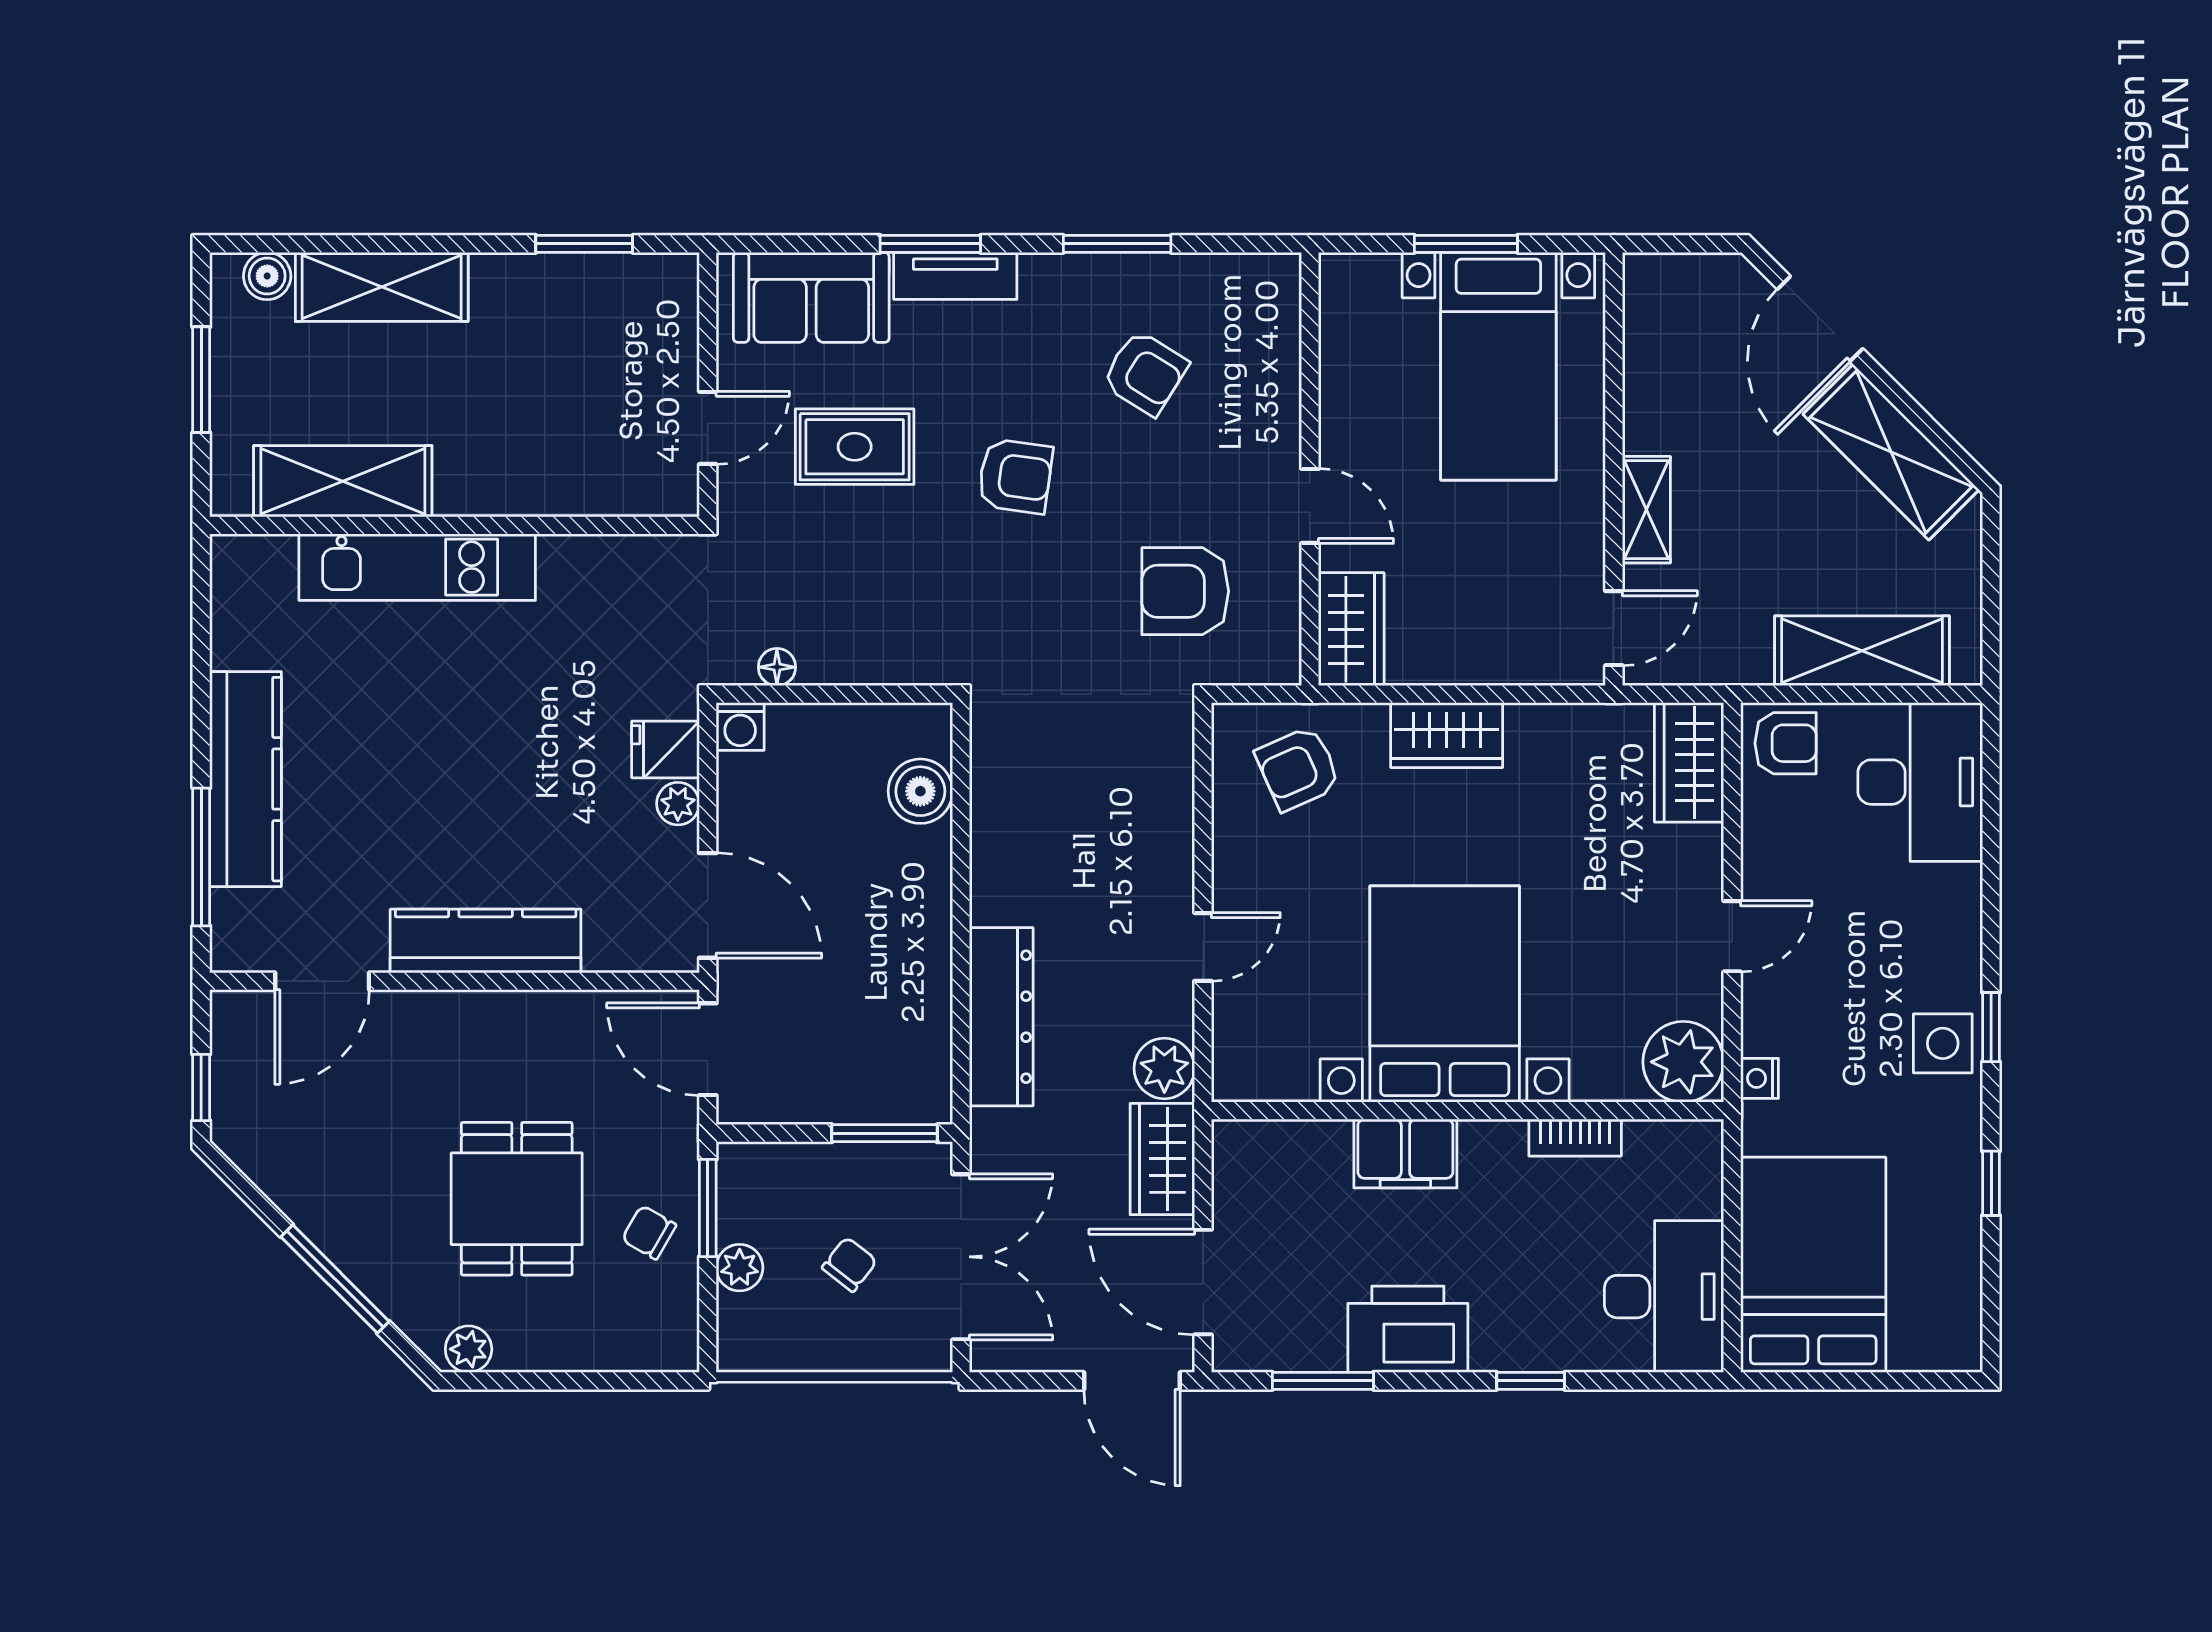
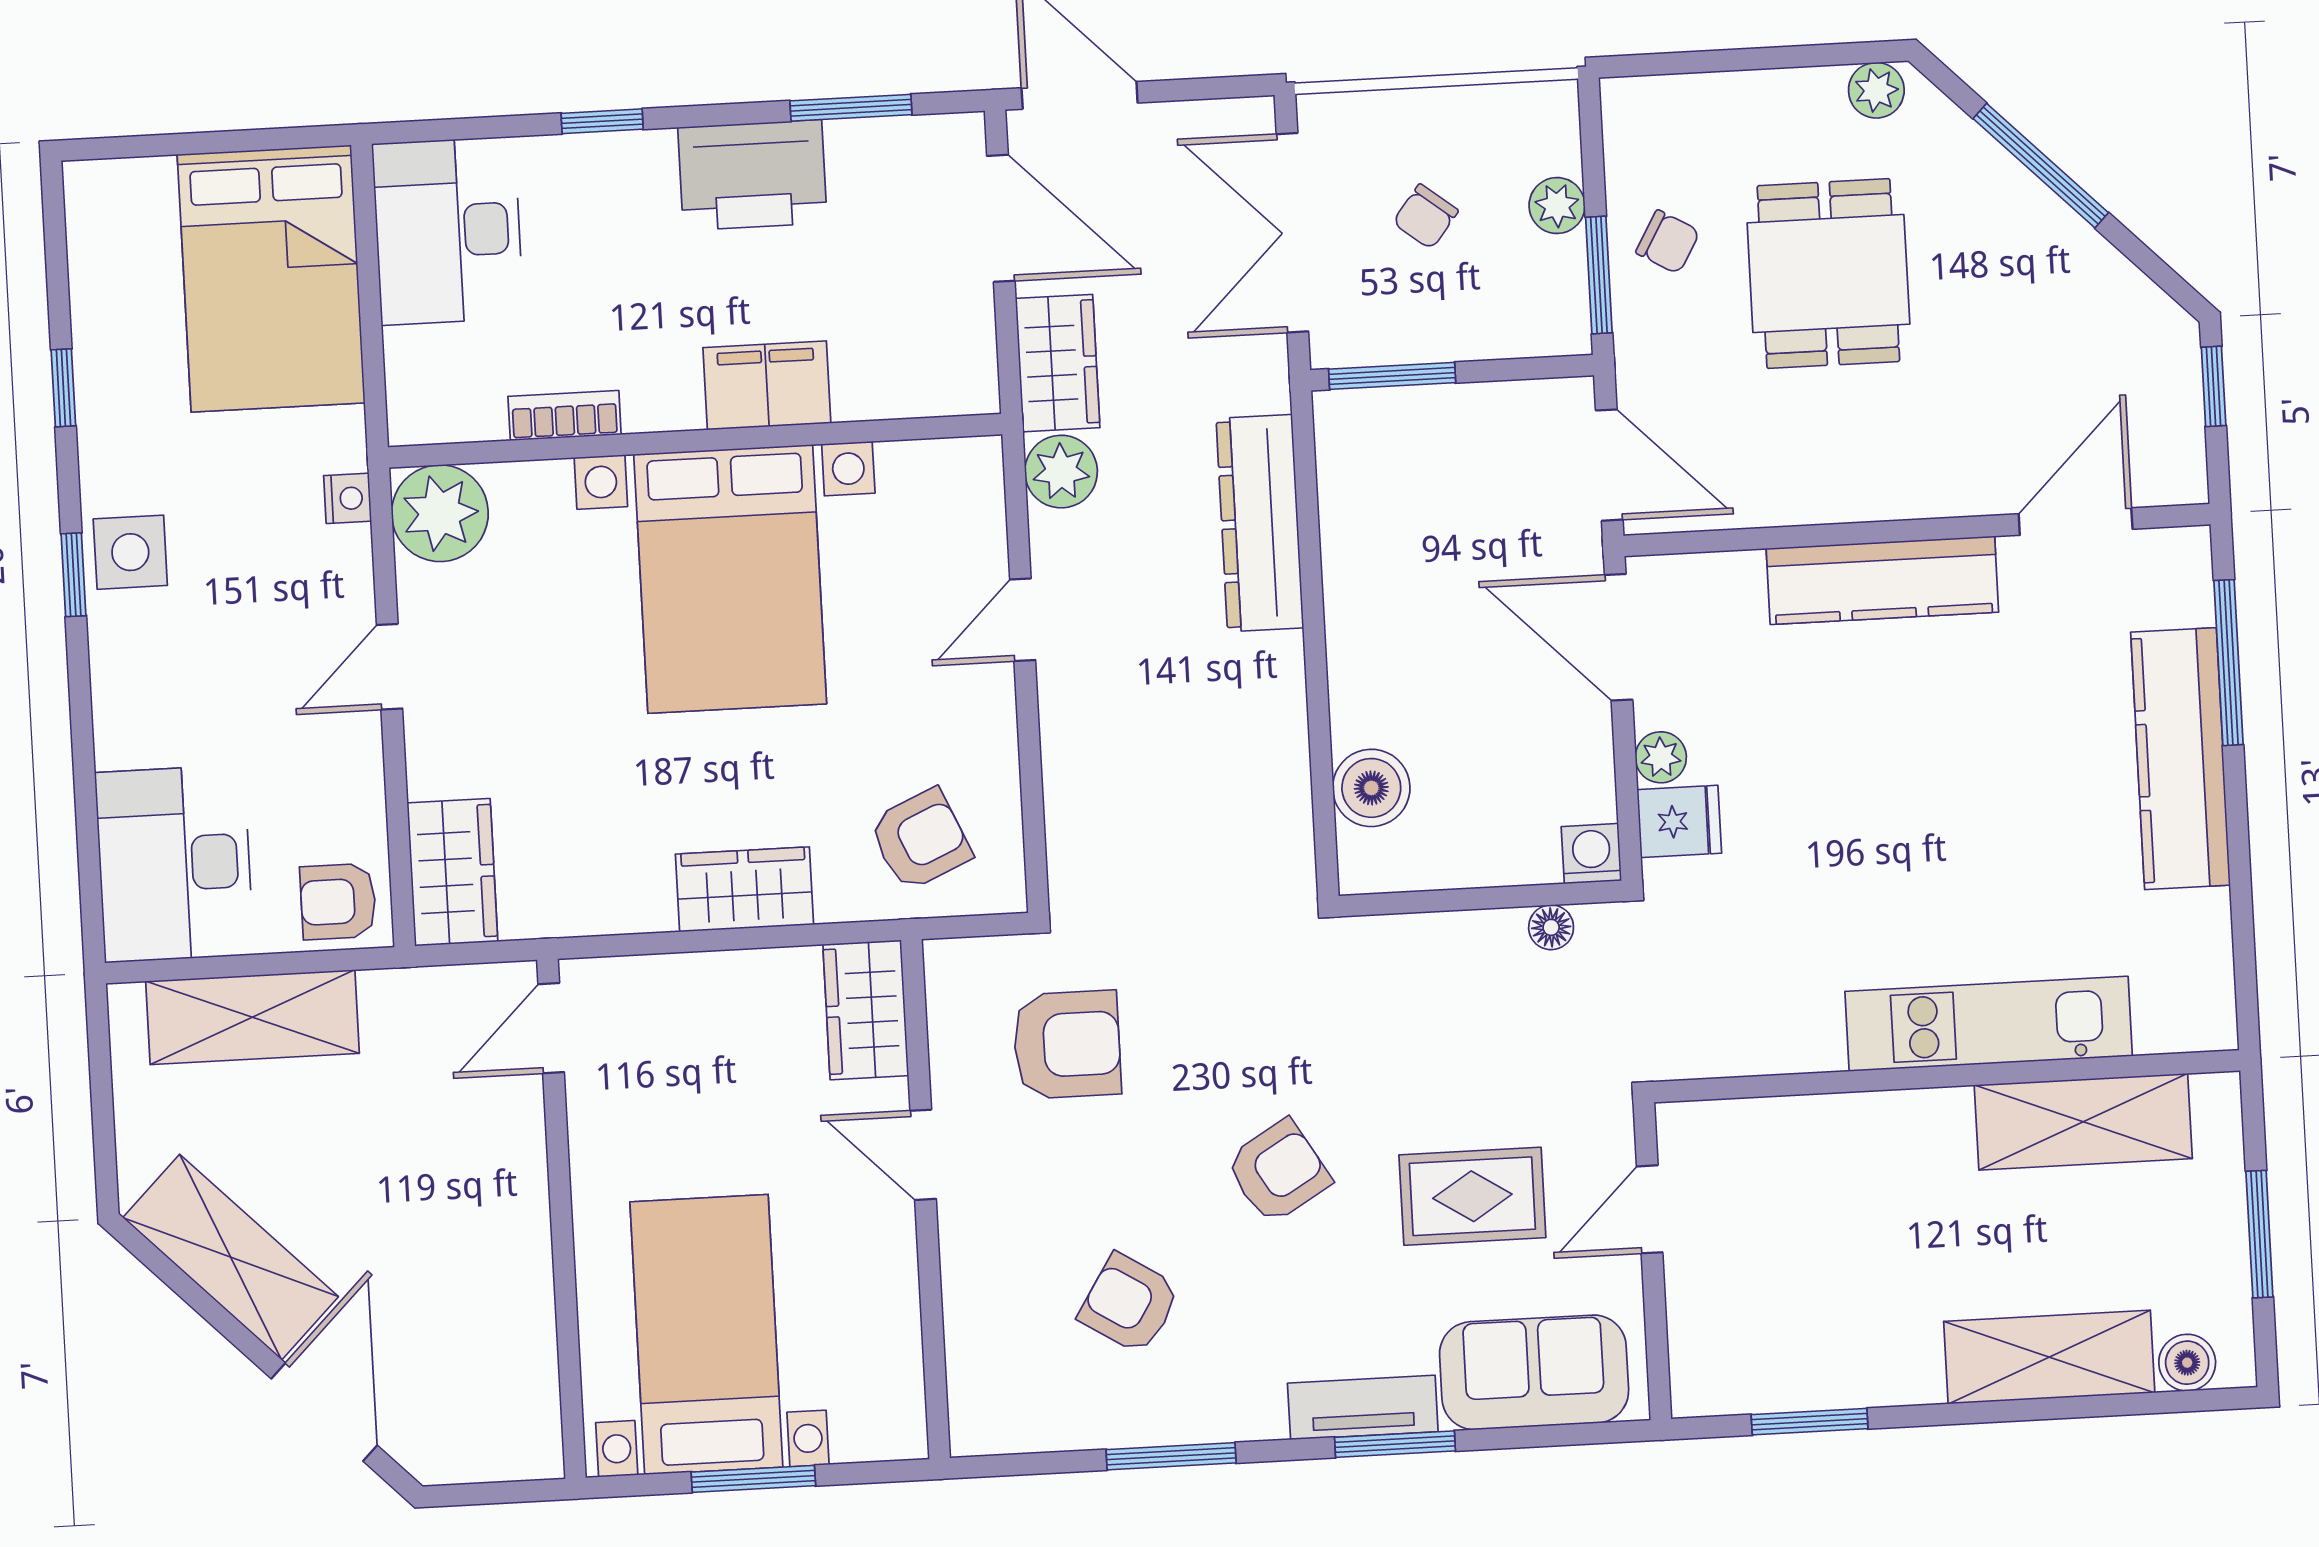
armchair: (1015, 476) -> (1278, 1171), turned 141
shelving: (1646, 510) -> (520, 1172), removed

